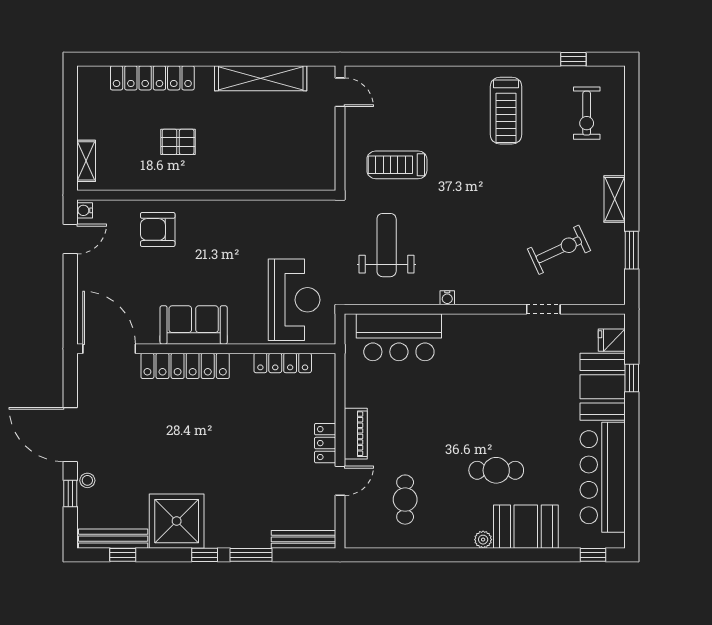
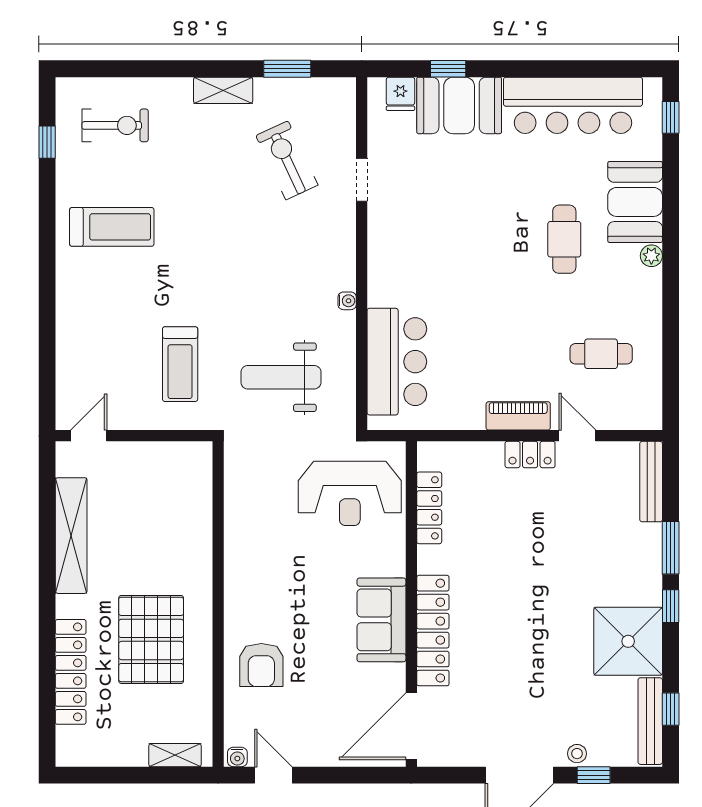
pallet: (178, 142) -> (151, 639), width x2.05, depth x2.00
reception desk: (294, 300) -> (350, 493), turned 180

